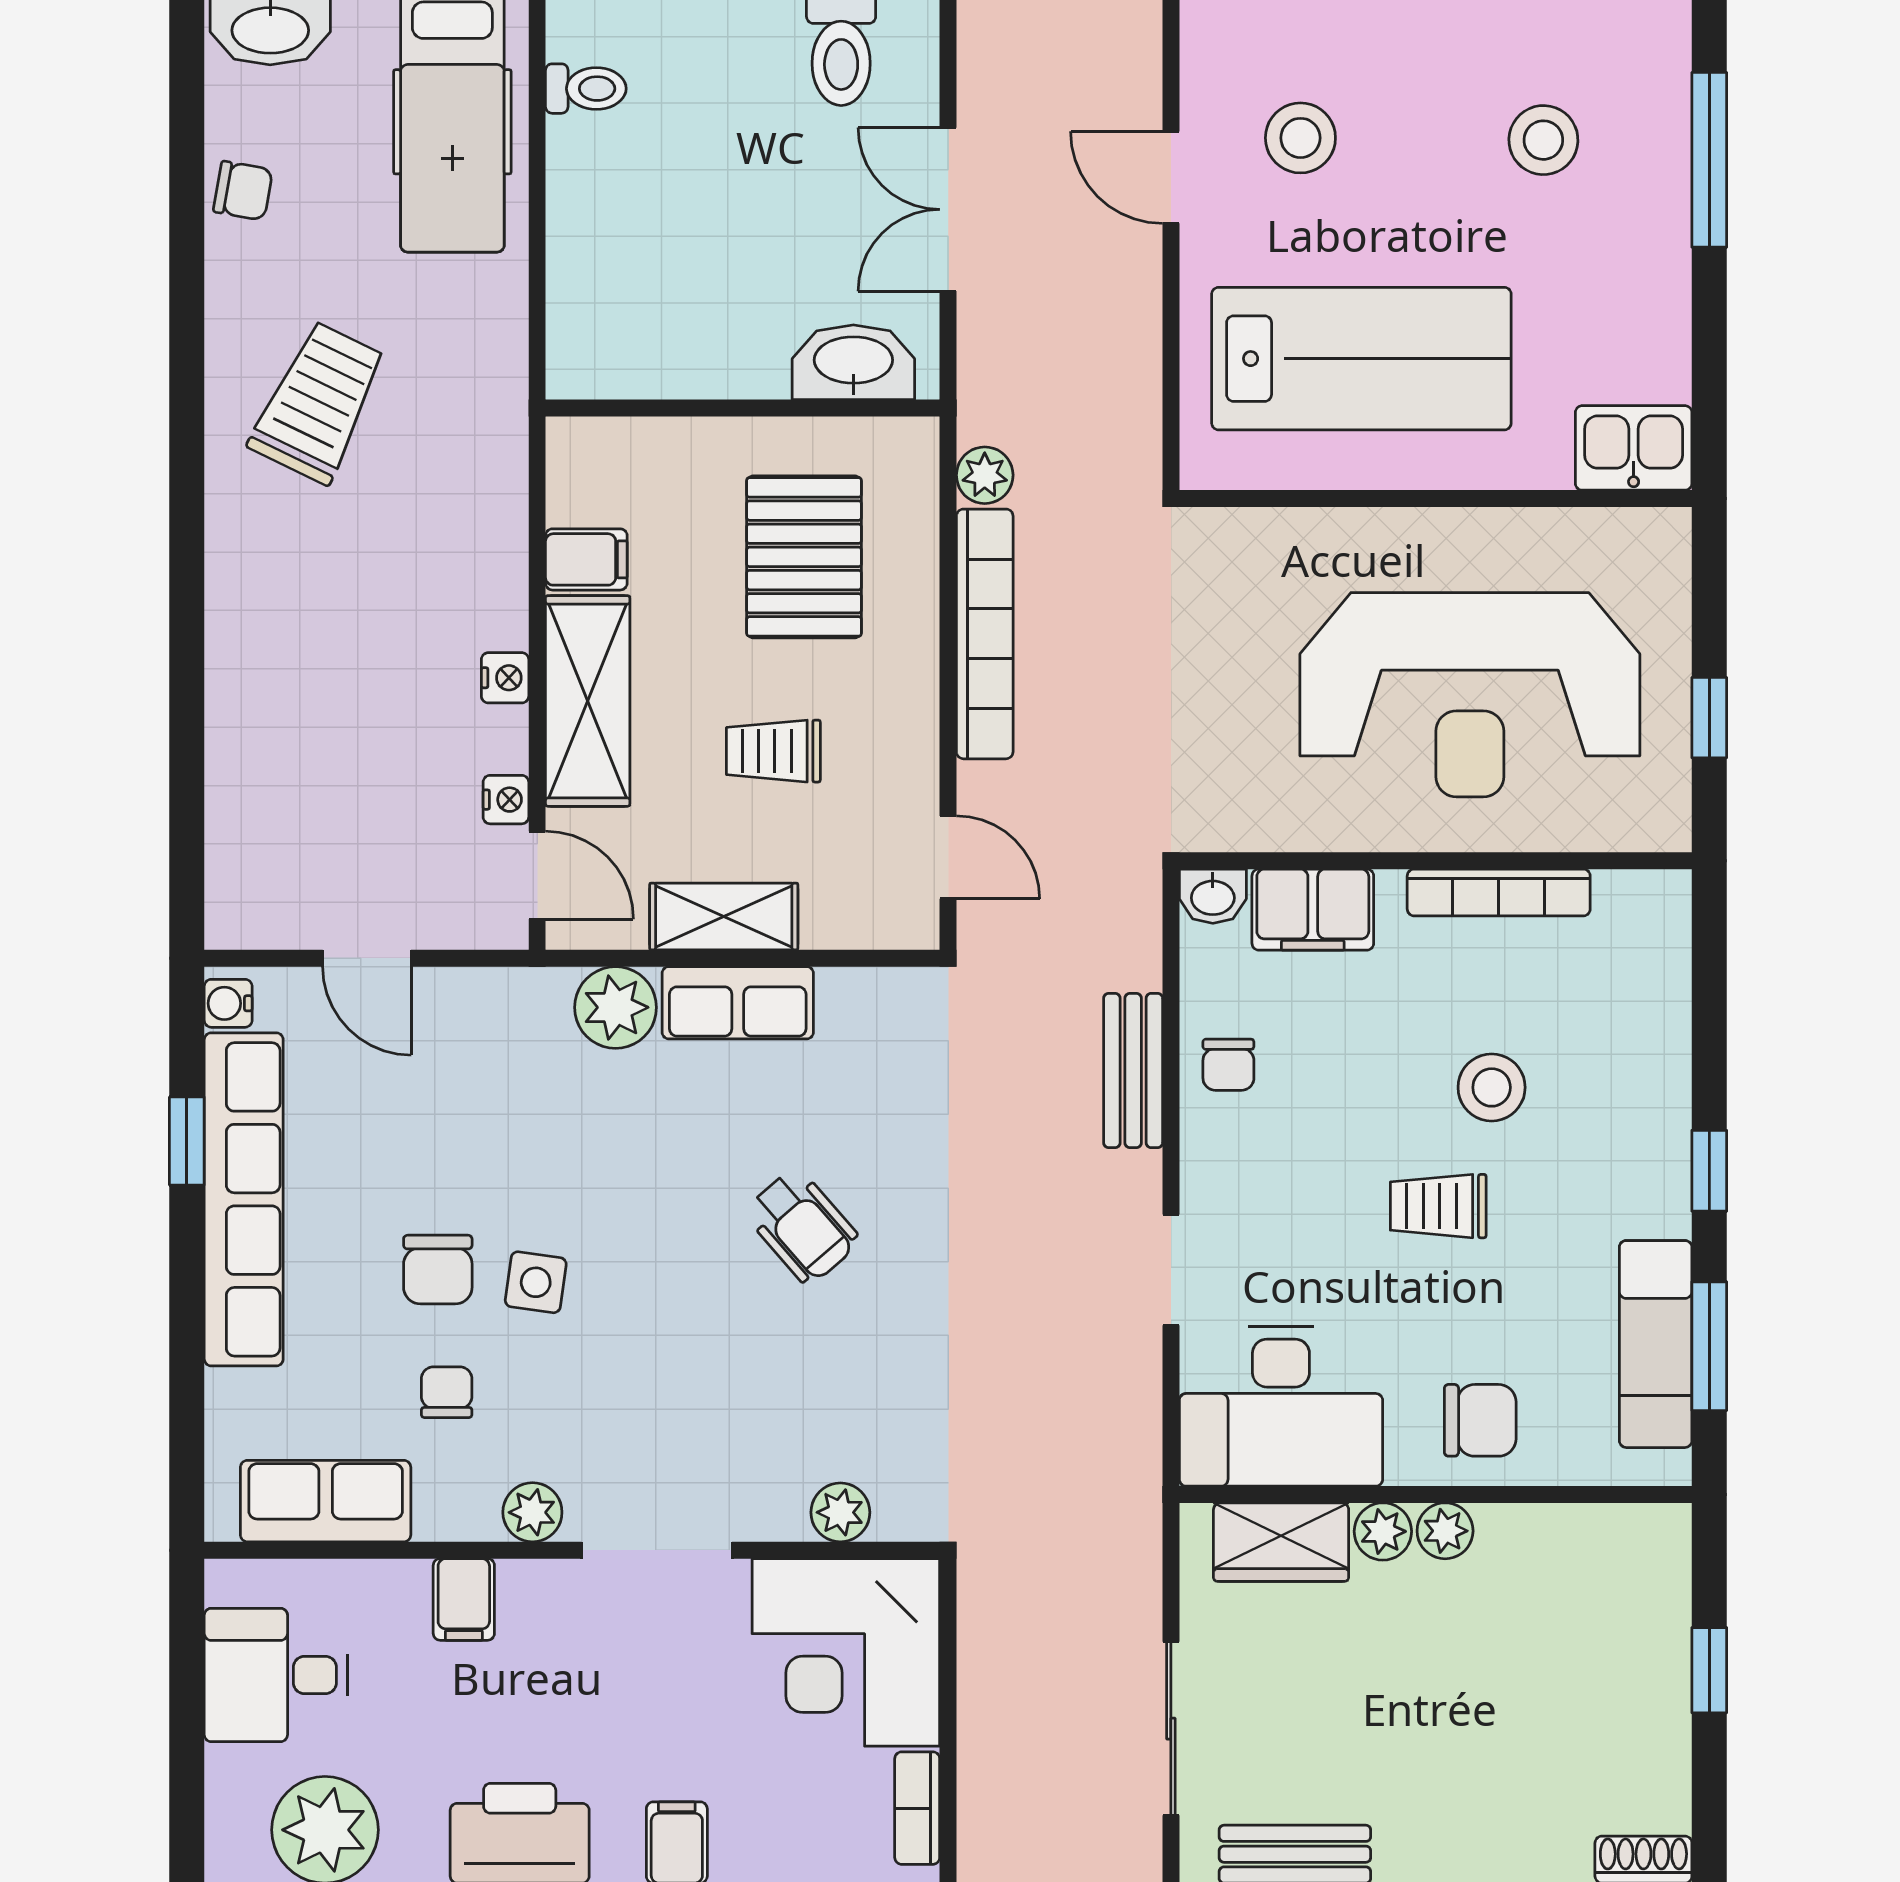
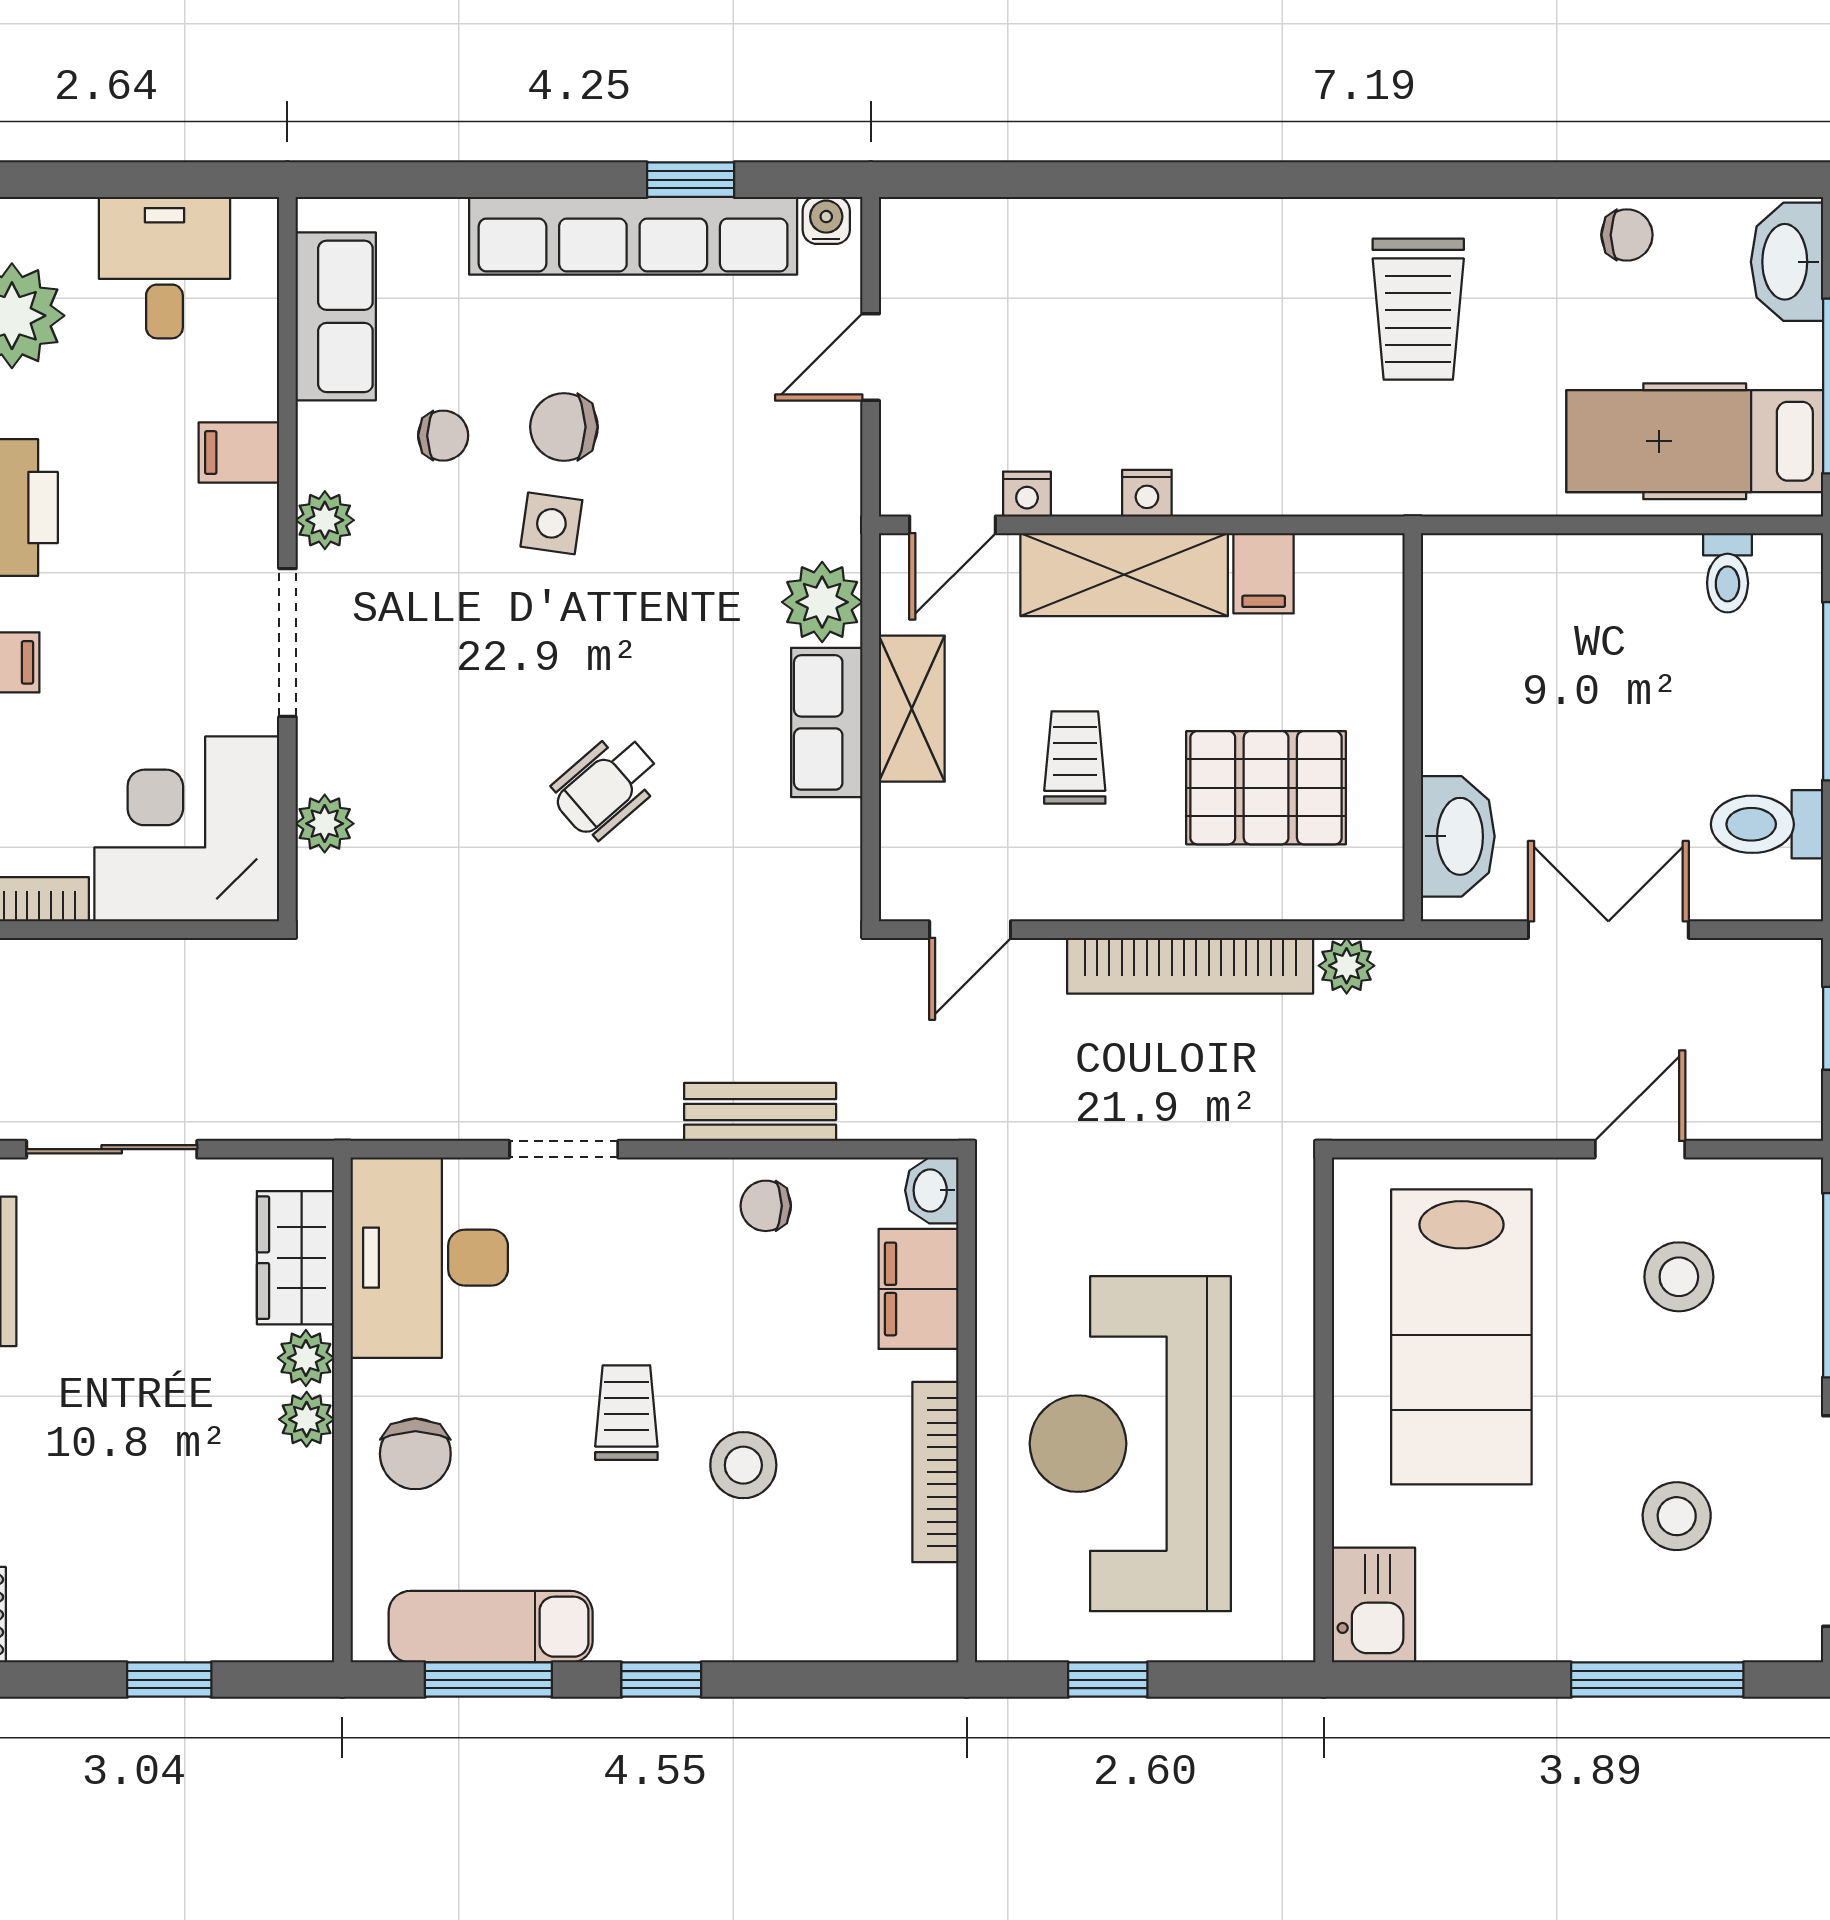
chair: (243, 191) -> (1627, 235), turned -100
trolley: (318, 402) -> (1418, 309), turned 64

